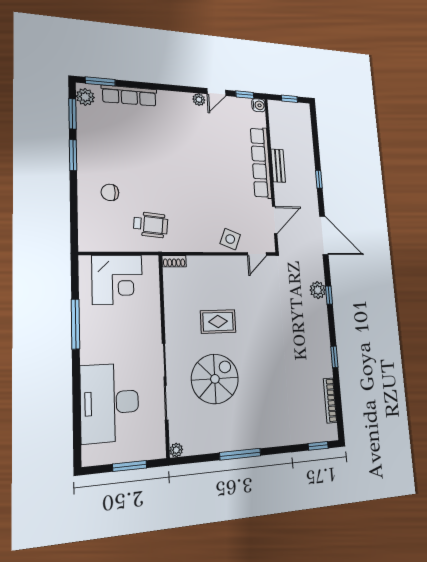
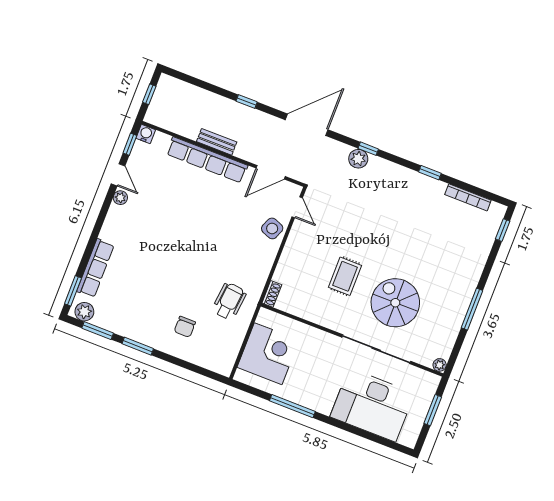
door: (275, 220) -> (271, 172), swing flipped

